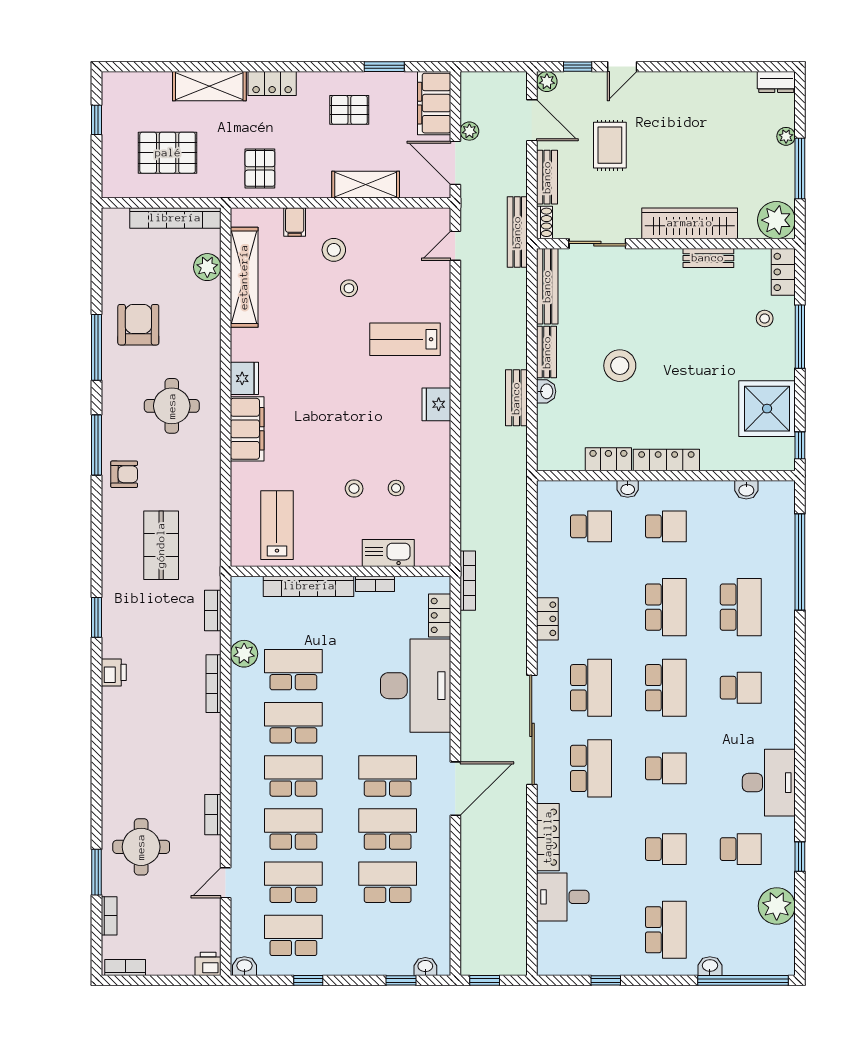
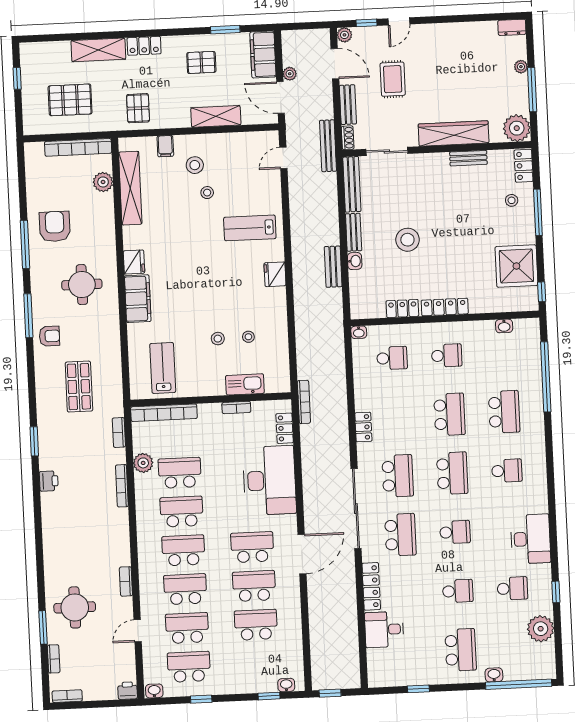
washbasin: (628, 489) -> (359, 332), moved
bookcase: (309, 586) -> (164, 413), moved

